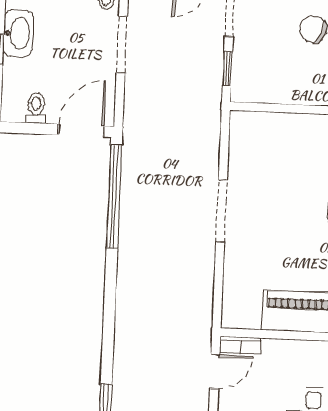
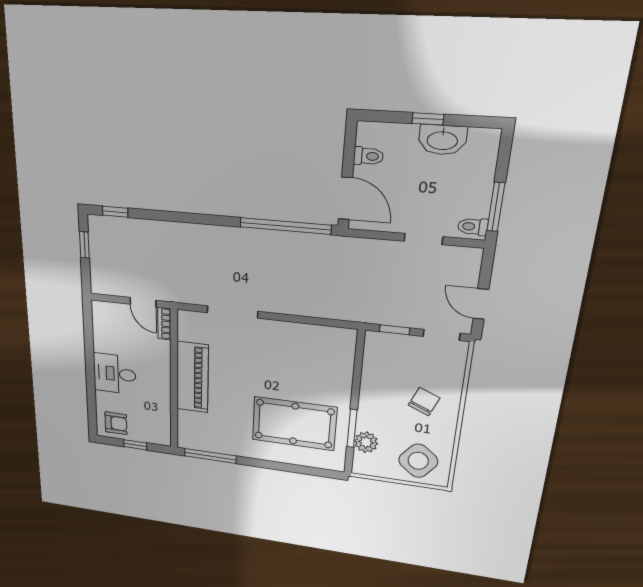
doorway: (122, 45) -> (423, 239), width x0.73
doorway: (221, 211) -> (232, 312), moved

